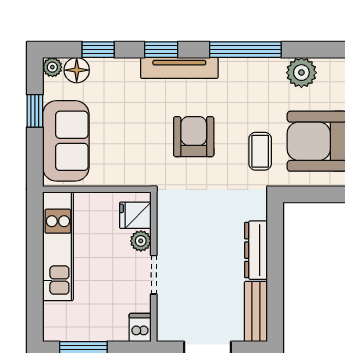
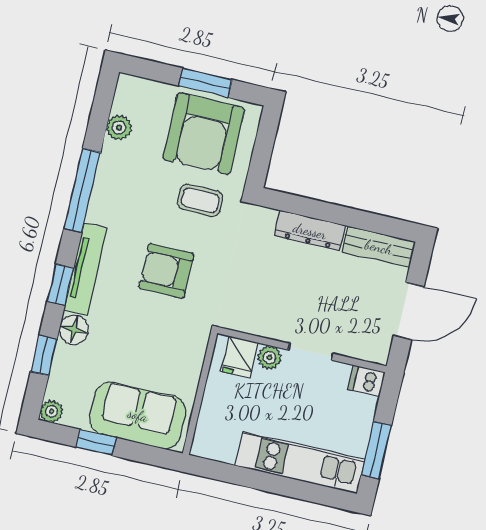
floor lamp: (77, 70) -> (74, 330), moved
plant: (301, 73) -> (119, 128), width x0.73, depth x0.73
kitchen unit: (58, 246) -> (300, 463), moved

